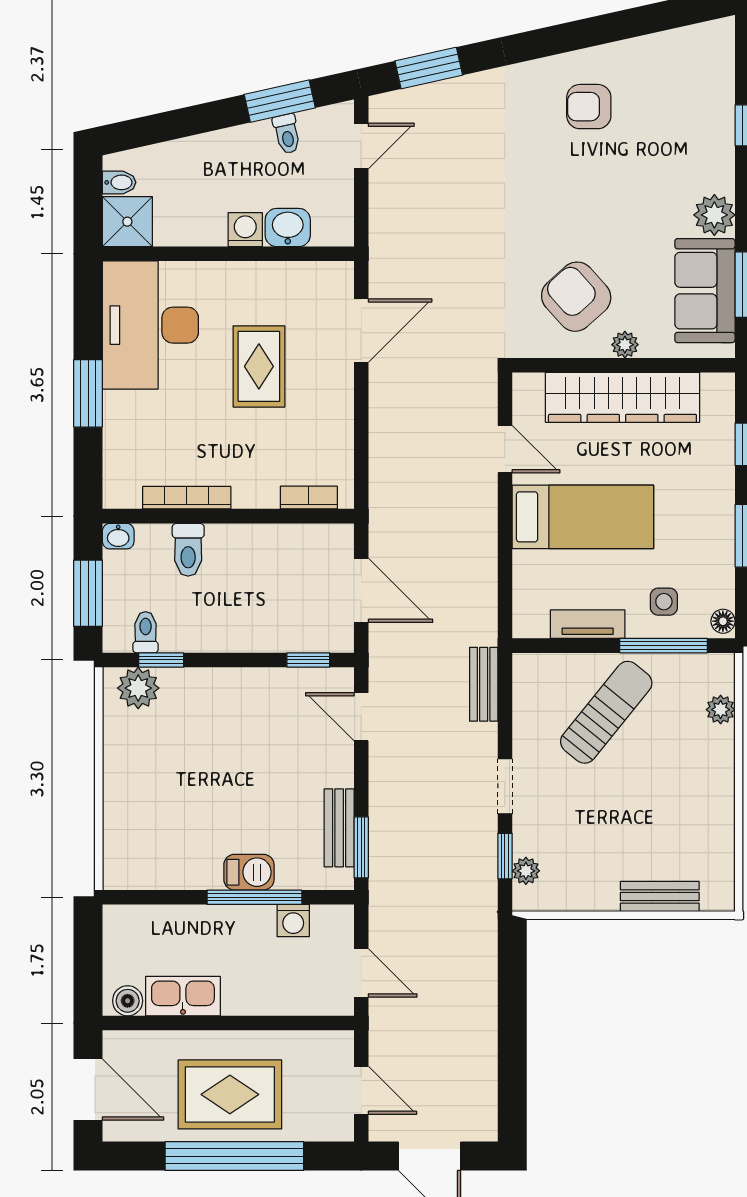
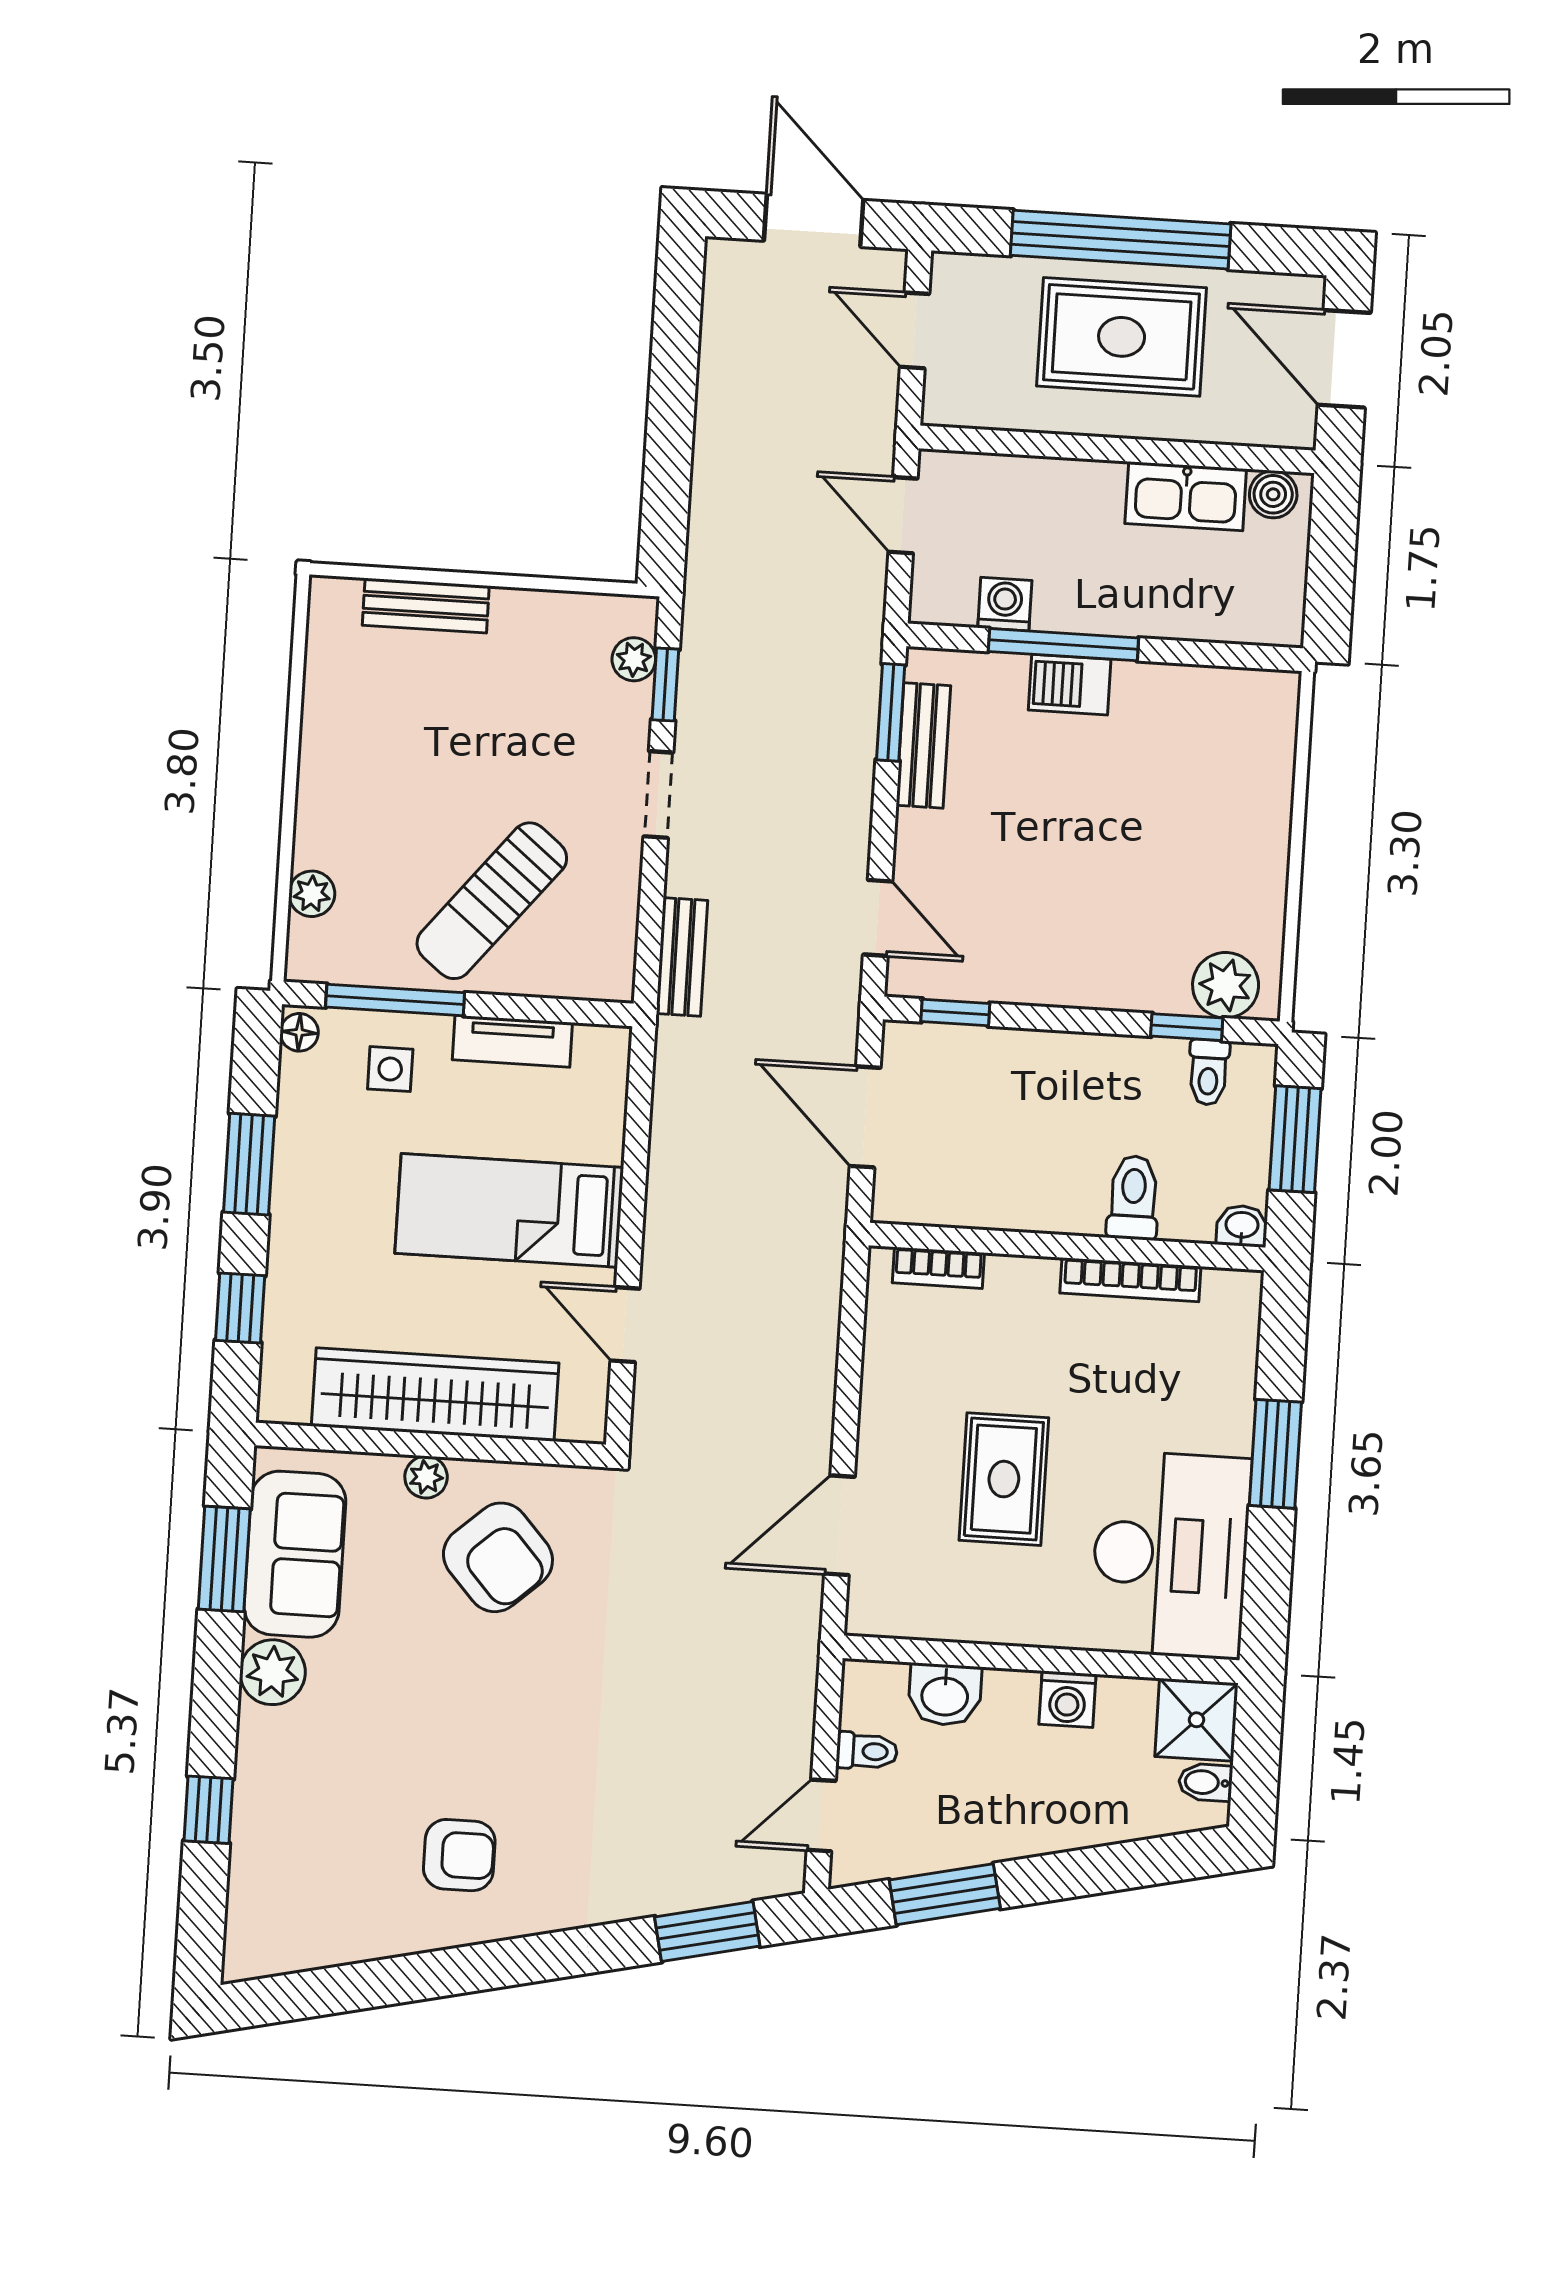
toilet: (287, 134) -> (867, 1751), moved, turned 103
washing machine: (245, 230) -> (1067, 1699), moved

